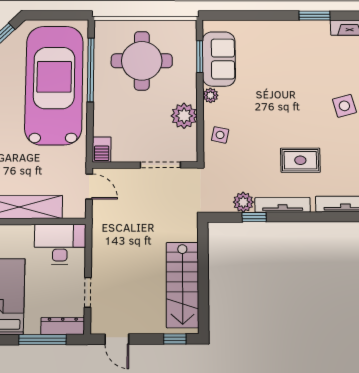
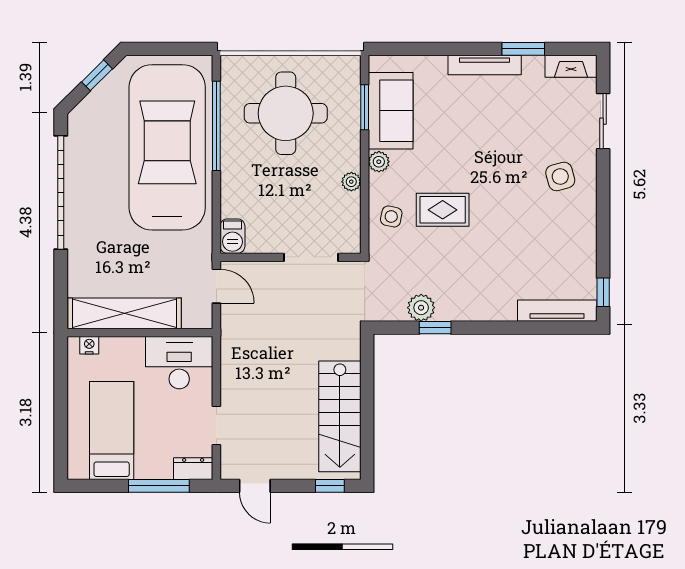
plant: (184, 116) -> (351, 182), width x0.53, depth x0.53
rug: (300, 160) -> (443, 210), moved
tv unit: (283, 205) -> (485, 65), moved, turned 180
dresser: (63, 326) -> (193, 469), width x0.70

